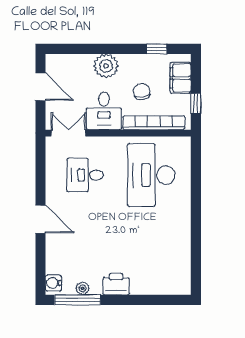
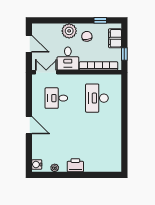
chair: (142, 92) -> (87, 36), moved
desk: (151, 175) -> (97, 98), width x0.73, depth x0.77
window: (78, 300) -> (52, 175), removed

